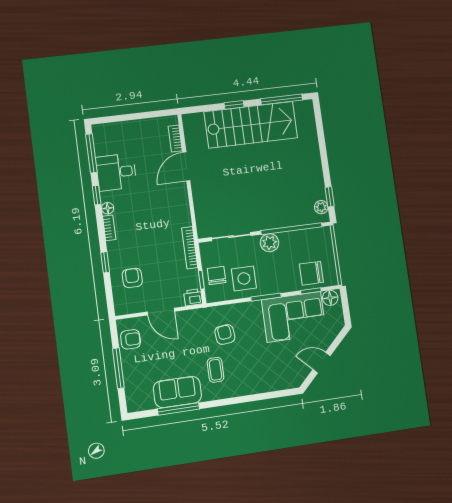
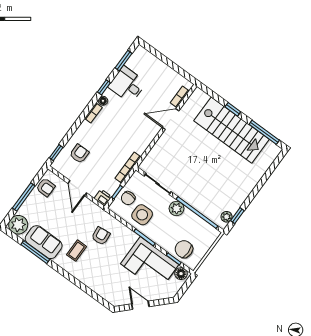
window: (91, 153) -> (124, 61), width x0.69
window: (105, 262) -> (56, 153), moved
chair: (217, 276) -> (128, 198), turned 180
plant: (138, 399) -> (18, 225), added

